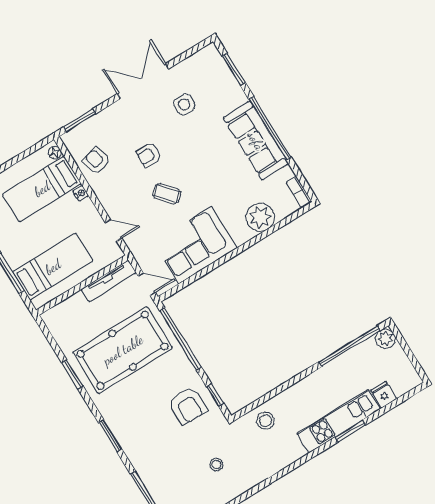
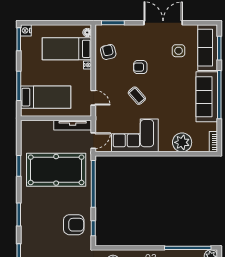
sofa: (219, 78) -> (208, 48), added
door: (147, 284) -> (93, 141), hinge flipped
armchair: (188, 406) -> (74, 225), turned -90

